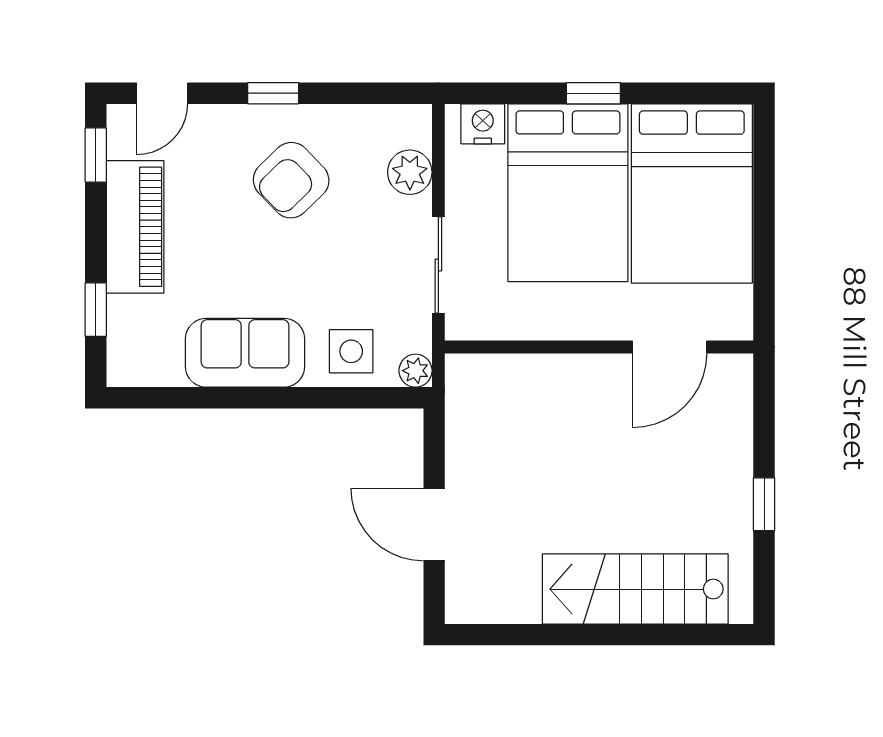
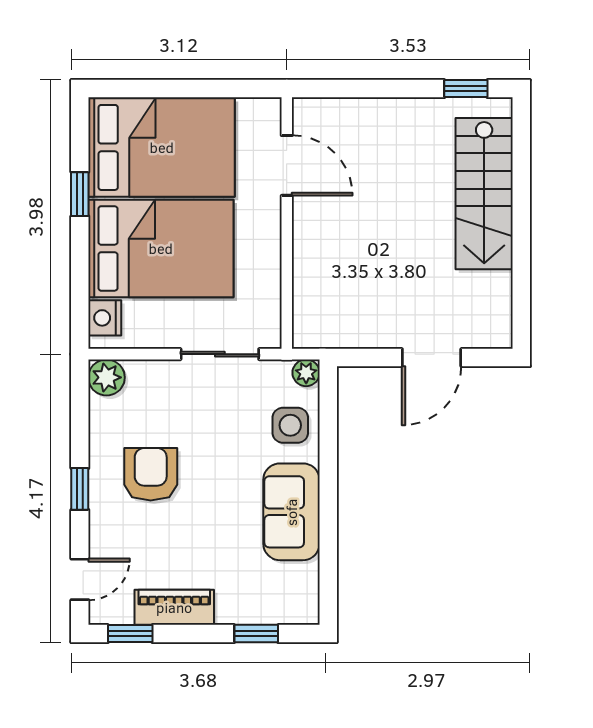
door: (162, 93) -> (80, 579), hinge flipped
window: (593, 93) -> (80, 194), moved
plant: (410, 172) -> (107, 377), moved
armchair: (291, 180) -> (151, 474), turned -136
piano: (135, 227) -> (174, 607), width x0.73, depth x0.75
window: (764, 504) -> (466, 89), moved

